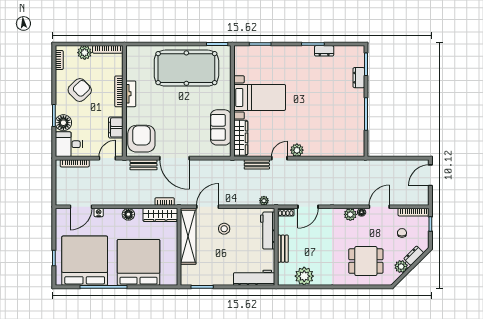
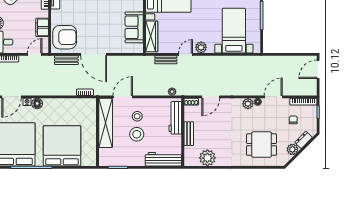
bed with nightstands: (334, 131) -> (234, 31), added
armchair: (141, 139) -> (65, 37), turned 90
floor lamp: (128, 214) -> (37, 104), moved
wardrobe: (160, 215) -> (81, 104), removed
stool: (224, 249) -> (137, 134), added

